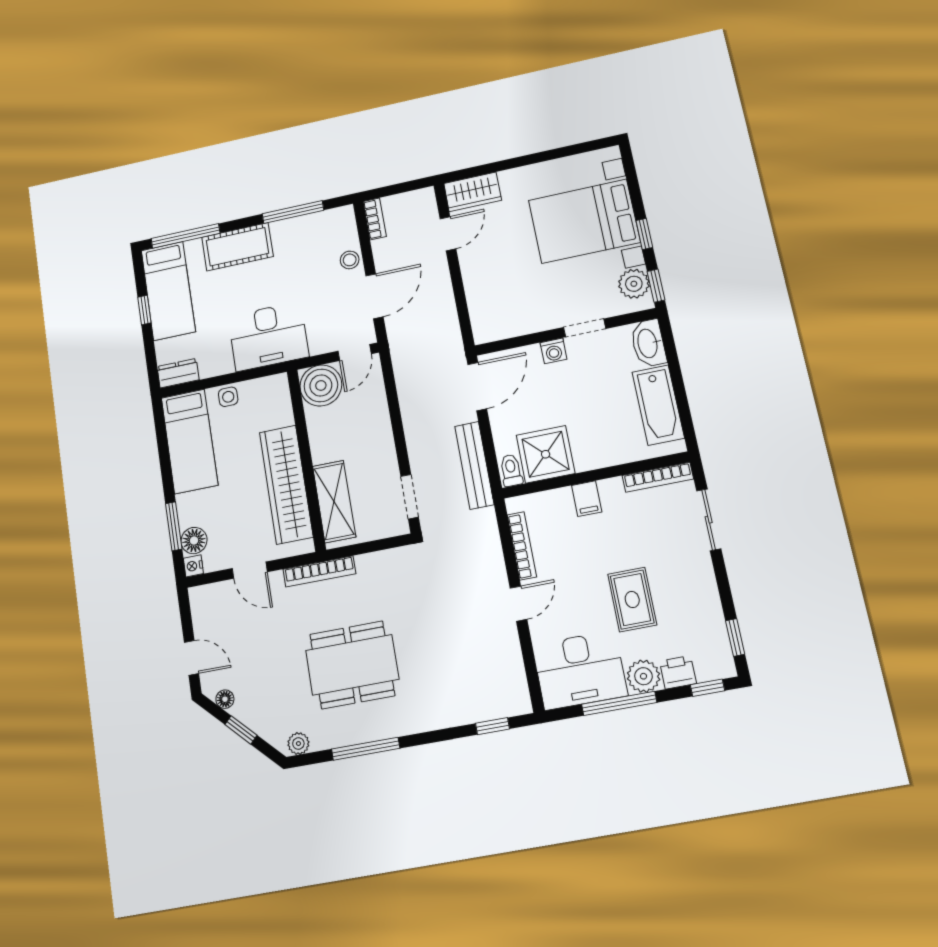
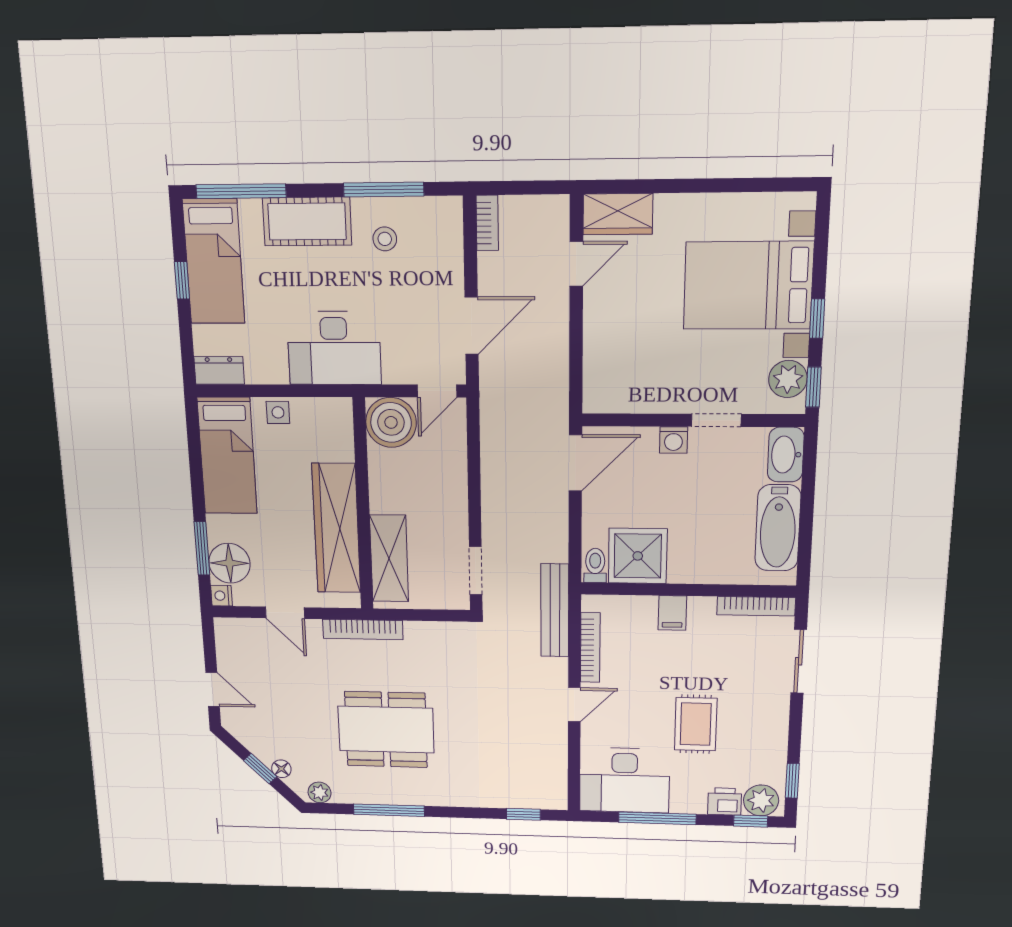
stool: (350, 260) -> (385, 239), moved
bench: (474, 465) -> (555, 611), moved
floor lamp: (194, 540) -> (229, 563), width x1.38, depth x1.38
plant: (643, 676) -> (761, 800), moved
floor lamp: (225, 699) -> (281, 769), moved

